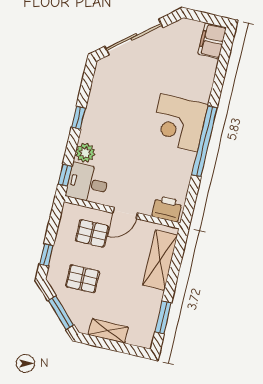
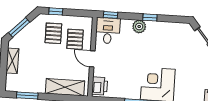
plant: (85, 153) -> (139, 26), moved
pallet: (83, 279) -> (53, 33), moved

